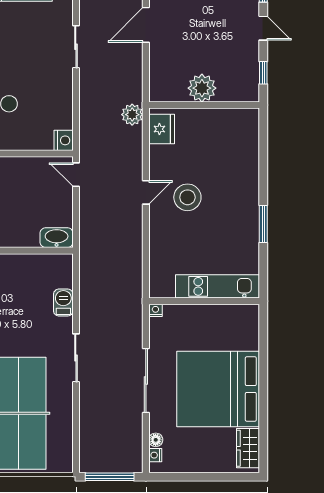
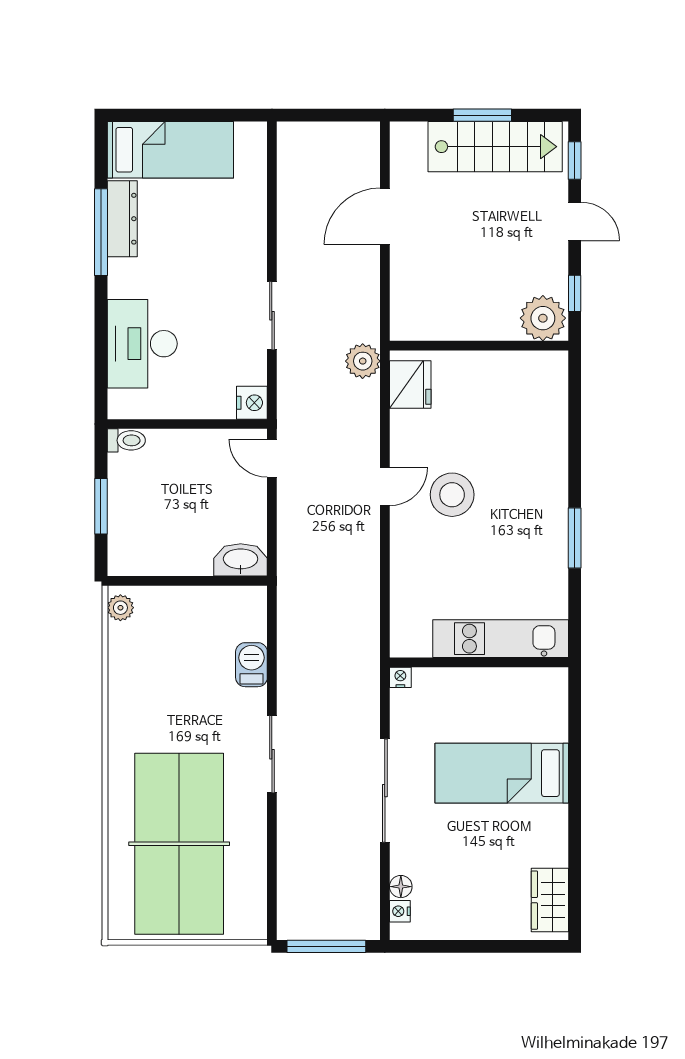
sliding door: (76, 47) -> (272, 316), moved
plant: (202, 88) -> (543, 318), moved
bed: (218, 389) -> (502, 773), width x0.49

